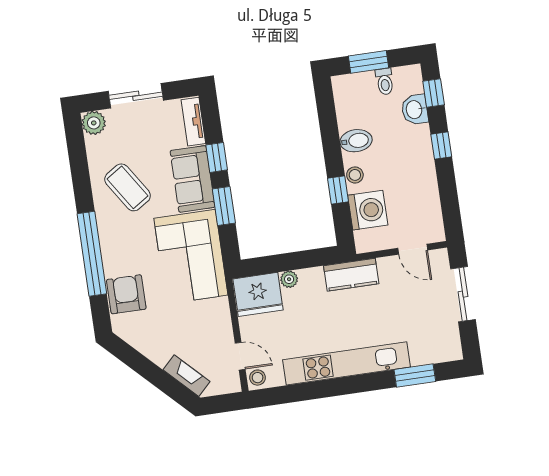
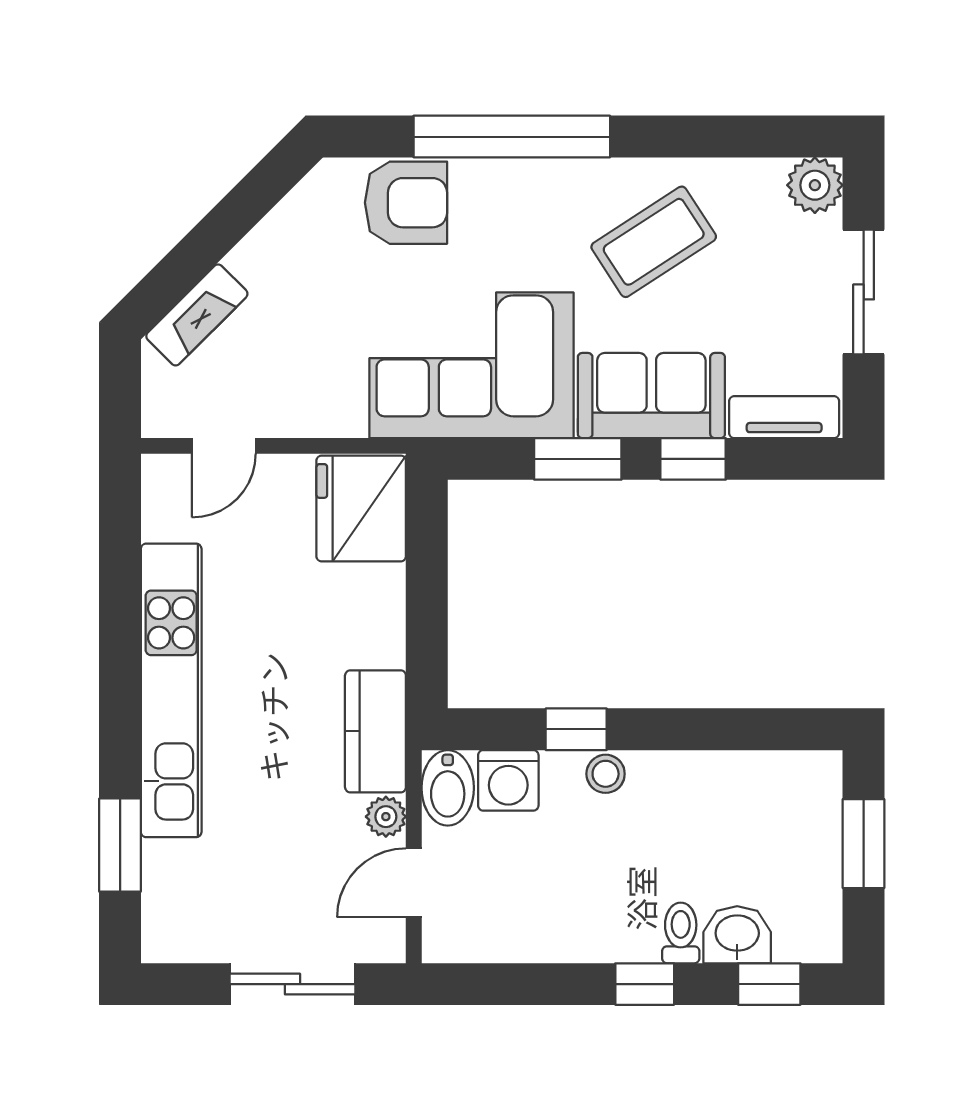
toilet: (385, 82) -> (681, 933), moved, turned 90
bidet: (356, 141) -> (448, 788), moved
washing machine: (368, 210) -> (508, 780), width x0.73, depth x0.73
plant: (289, 279) -> (386, 817), moved
stool: (258, 378) -> (168, 479), removed

